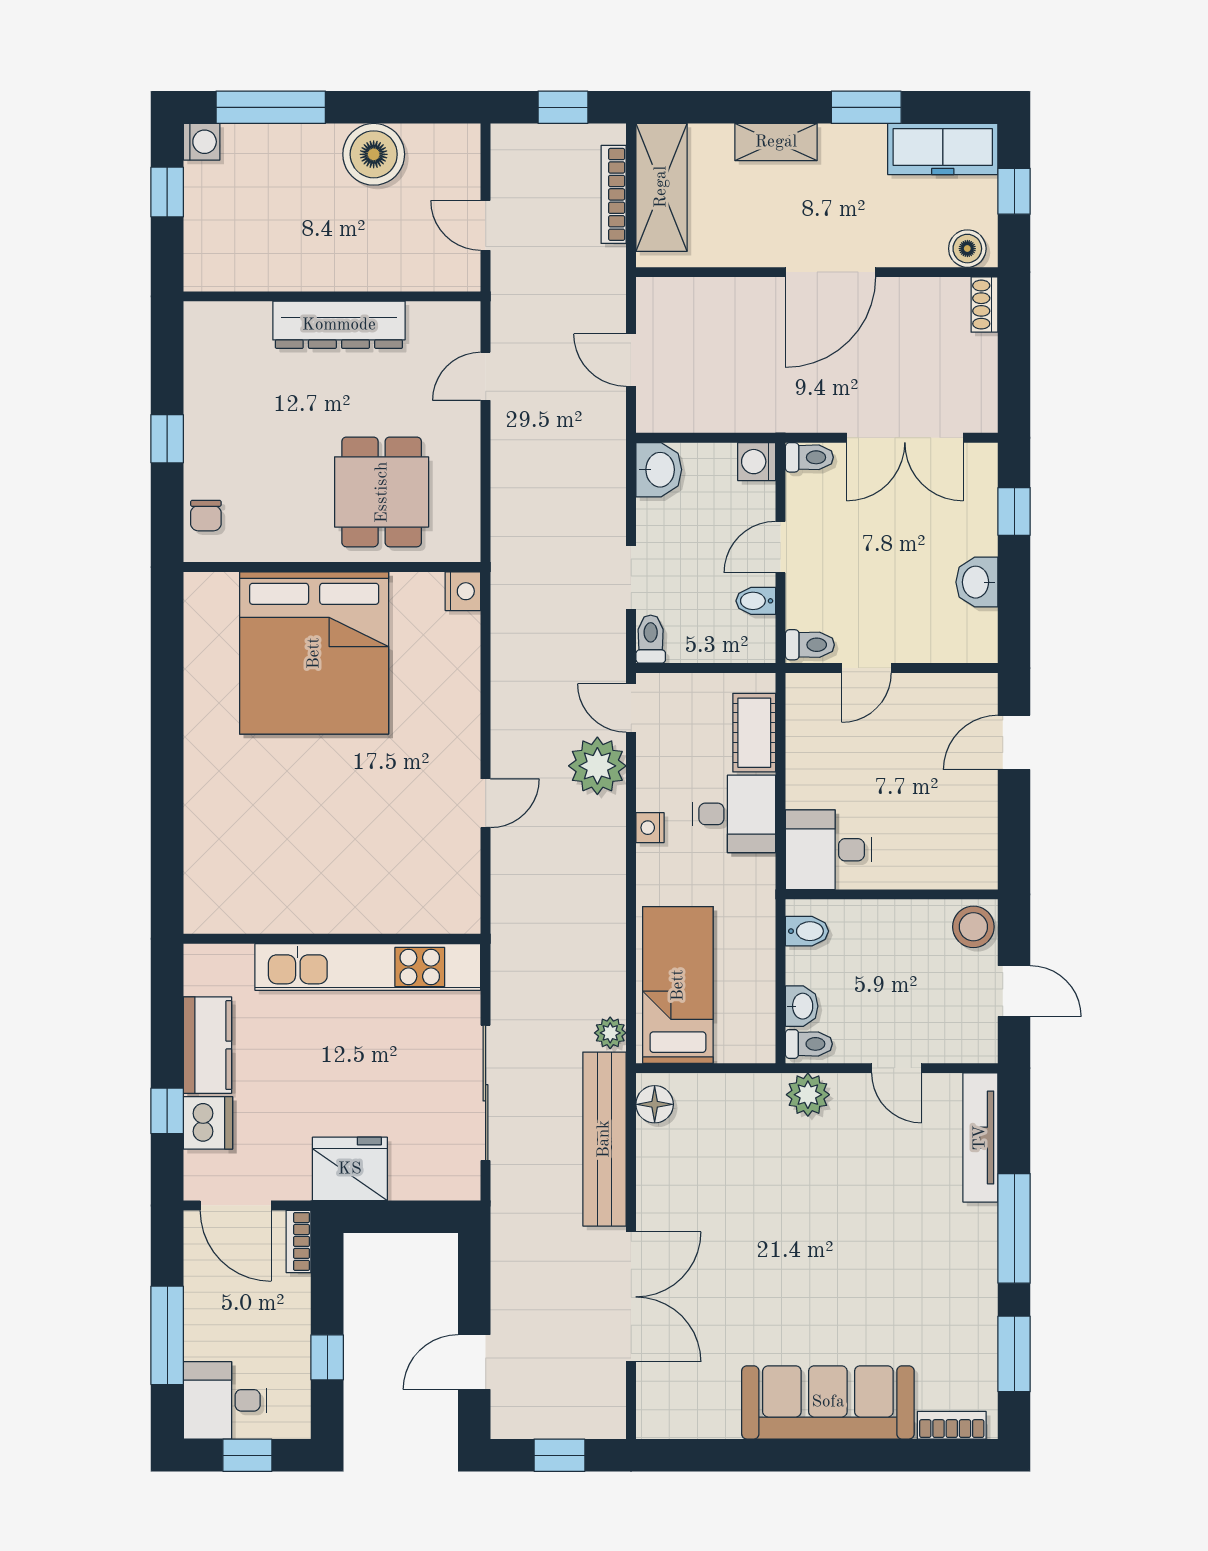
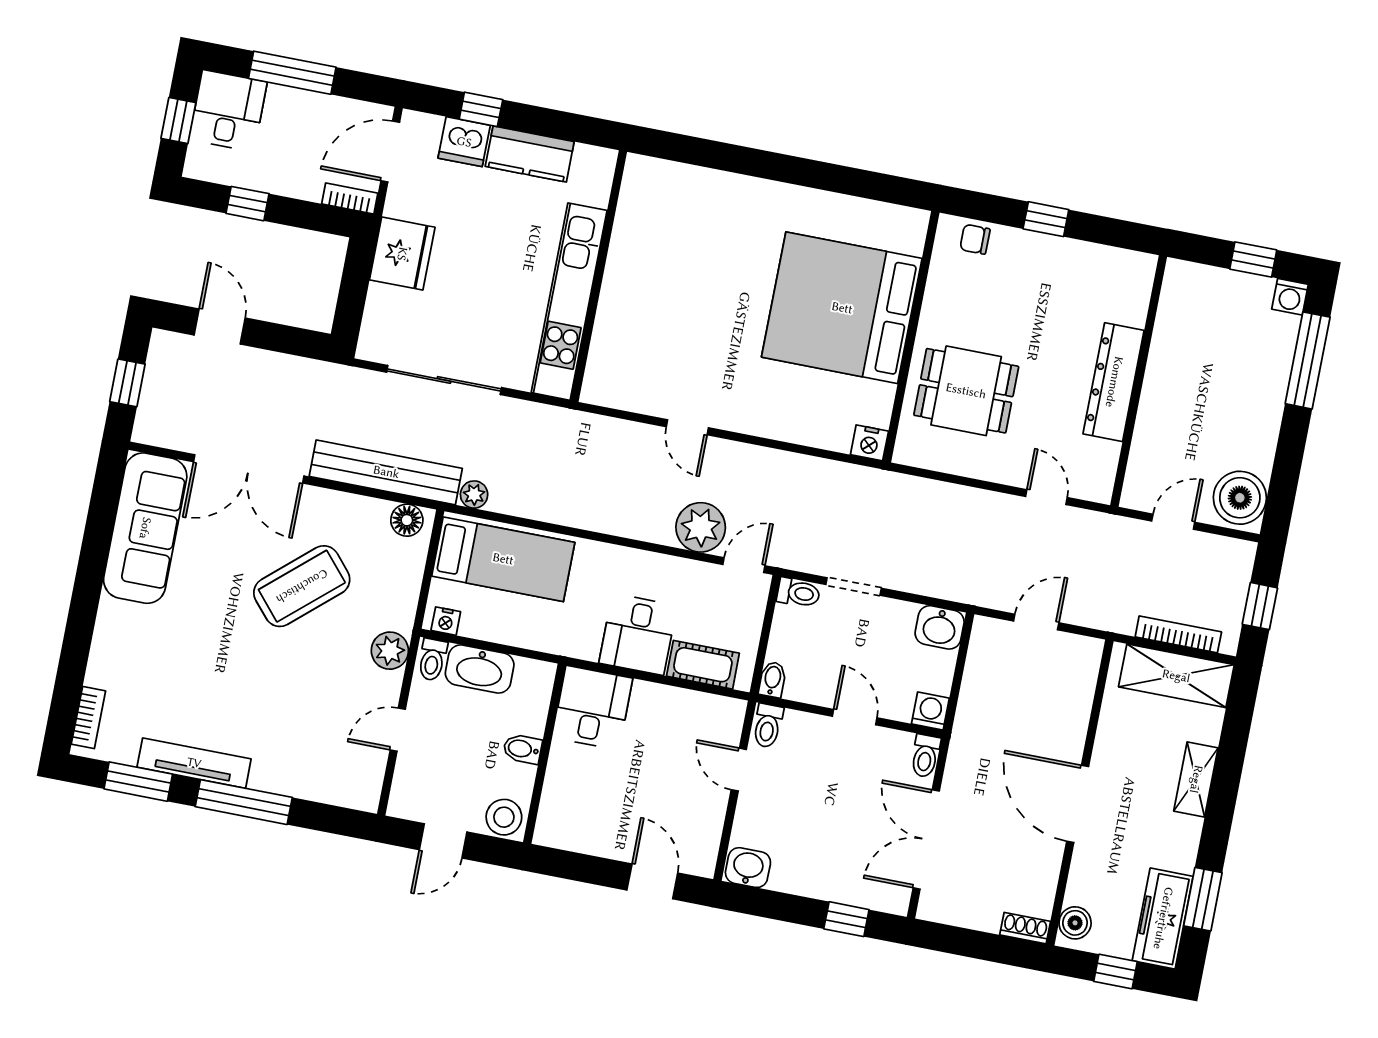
window: (866, 107) -> (1203, 899), moved
boiler: (374, 154) -> (1240, 498), moved
washbasin: (977, 582) -> (748, 868), moved
bidet: (756, 601) -> (772, 679), moved
nightstand: (650, 828) -> (446, 621), moved, turned 180
bidet: (807, 931) -> (522, 749), moved, turned 90
washbasin: (802, 1006) -> (480, 669), width x1.91, depth x1.45
tv unit: (980, 1138) -> (194, 763), moved
coffee table: (754, 1210) -> (302, 586), added
sofa: (828, 1402) -> (145, 528), moved

